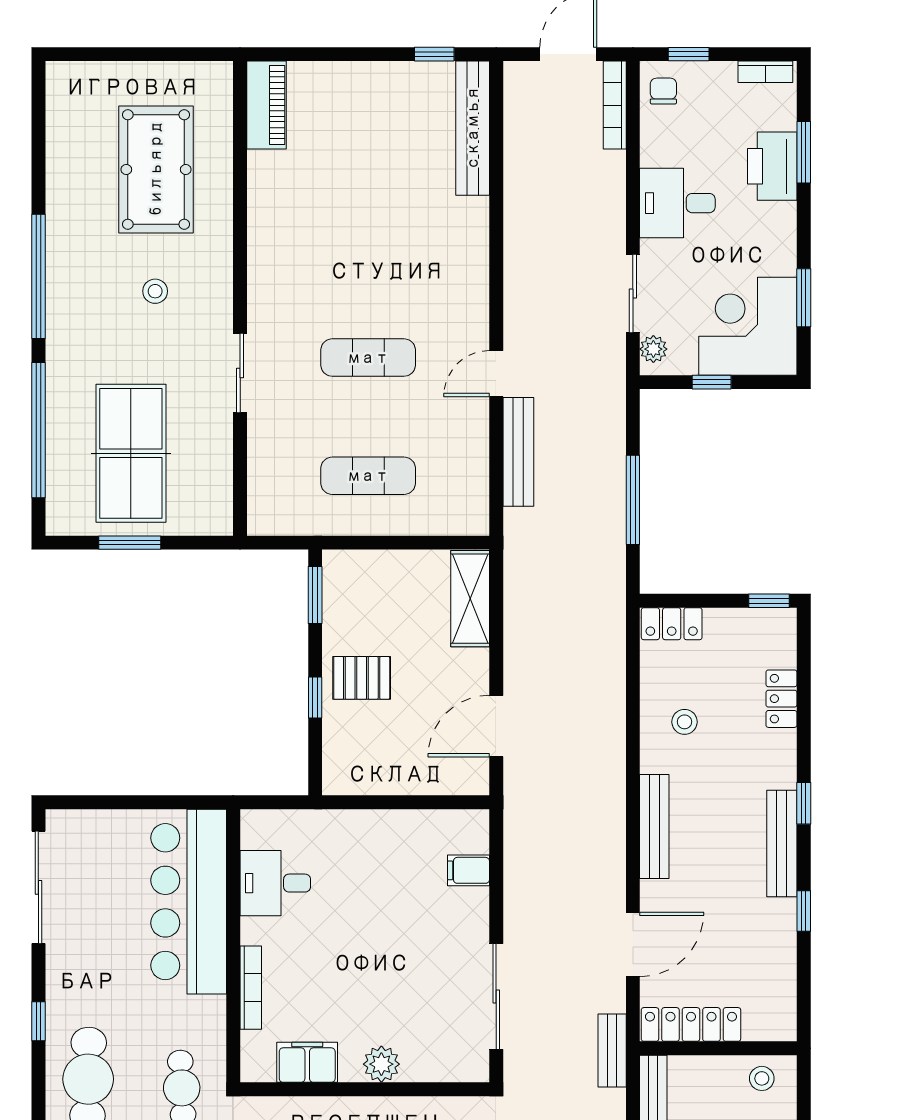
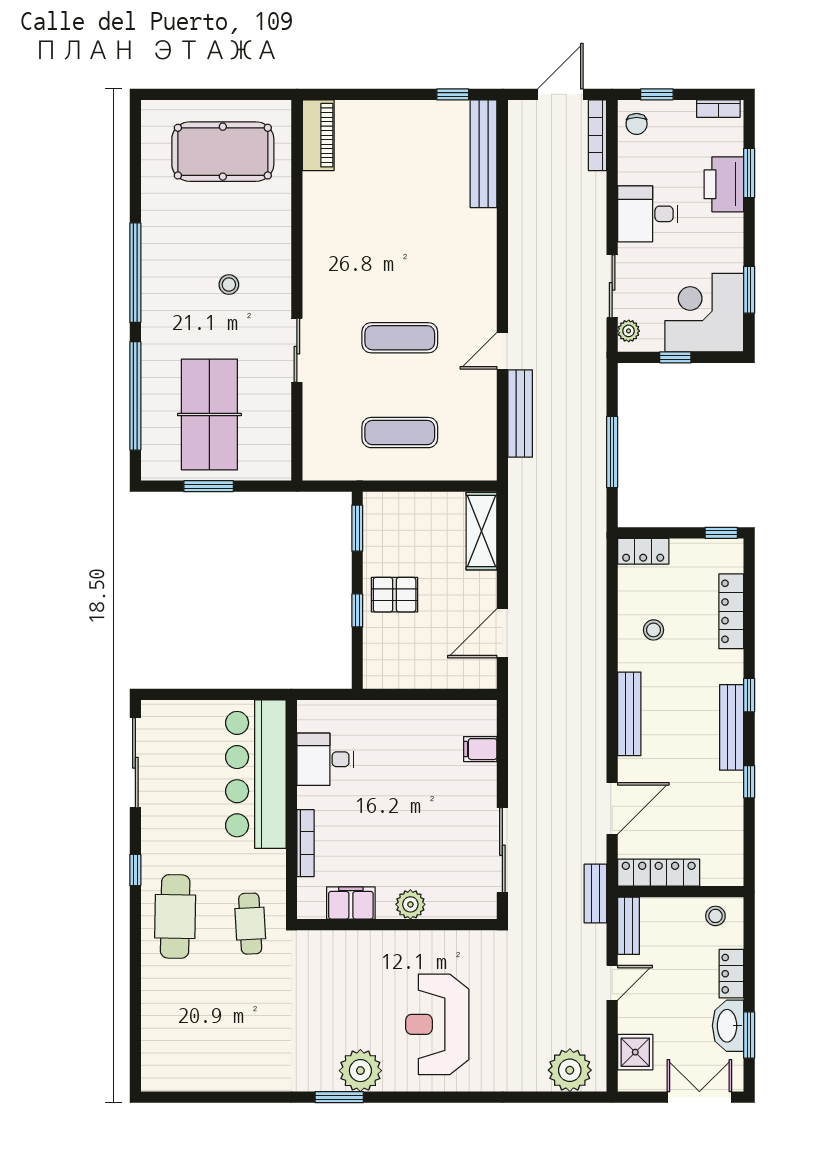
chair: (663, 91) -> (637, 124), turned 180
pool table: (156, 169) -> (223, 152), moved, turned 90
locker: (781, 699) -> (731, 611), width x1.53

